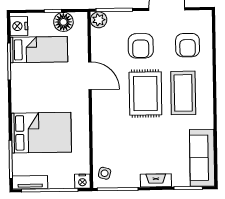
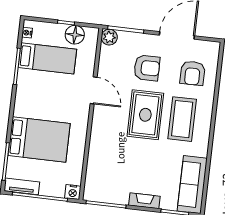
nightstand: (19, 26) -> (27, 33), width x0.53, depth x0.56
armchair: (141, 46) -> (147, 68), turned -90
side table: (105, 173) -> (95, 187), removed

